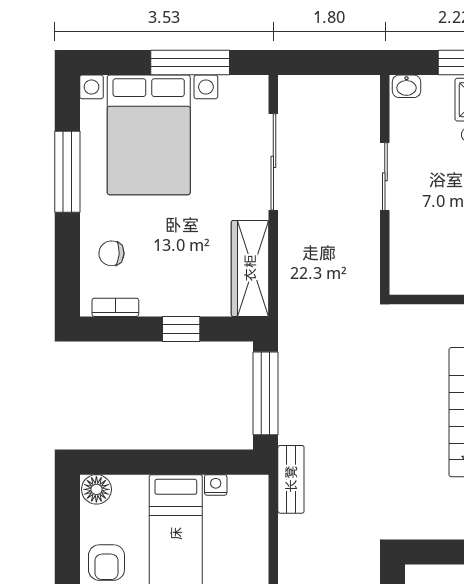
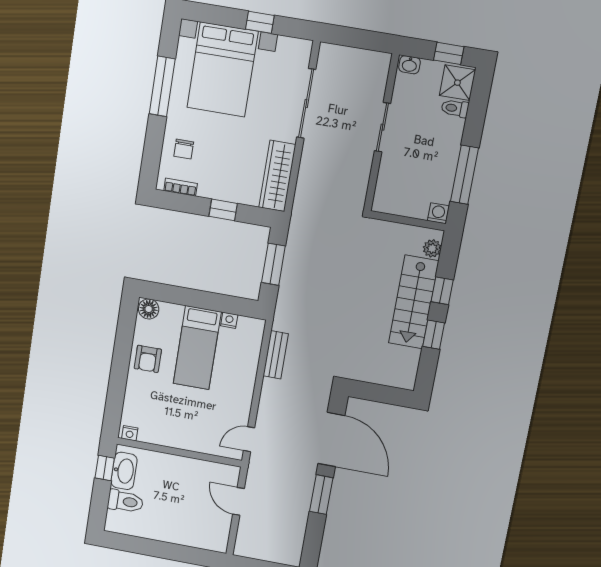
window: (190, 63) -> (260, 22), width x0.46
chair: (111, 253) -> (184, 149), turned -93
window: (266, 393) -> (273, 264), width x0.69
bench: (291, 479) -> (276, 355), moved

